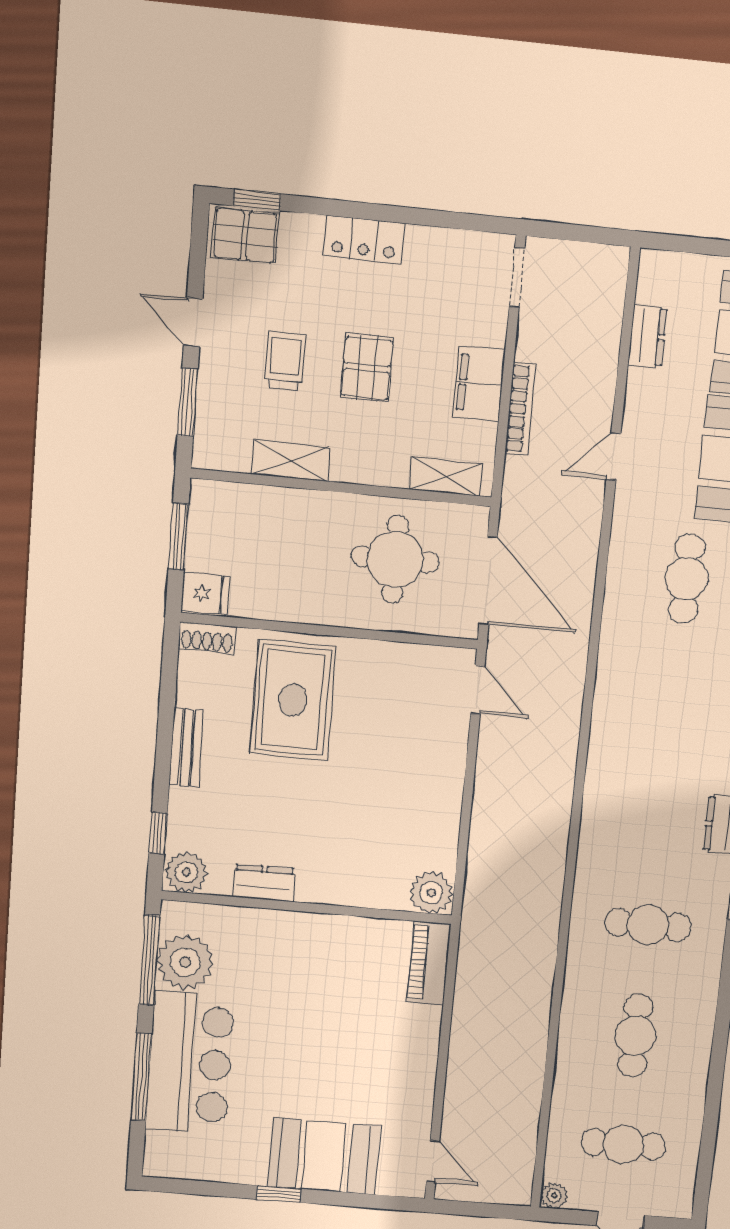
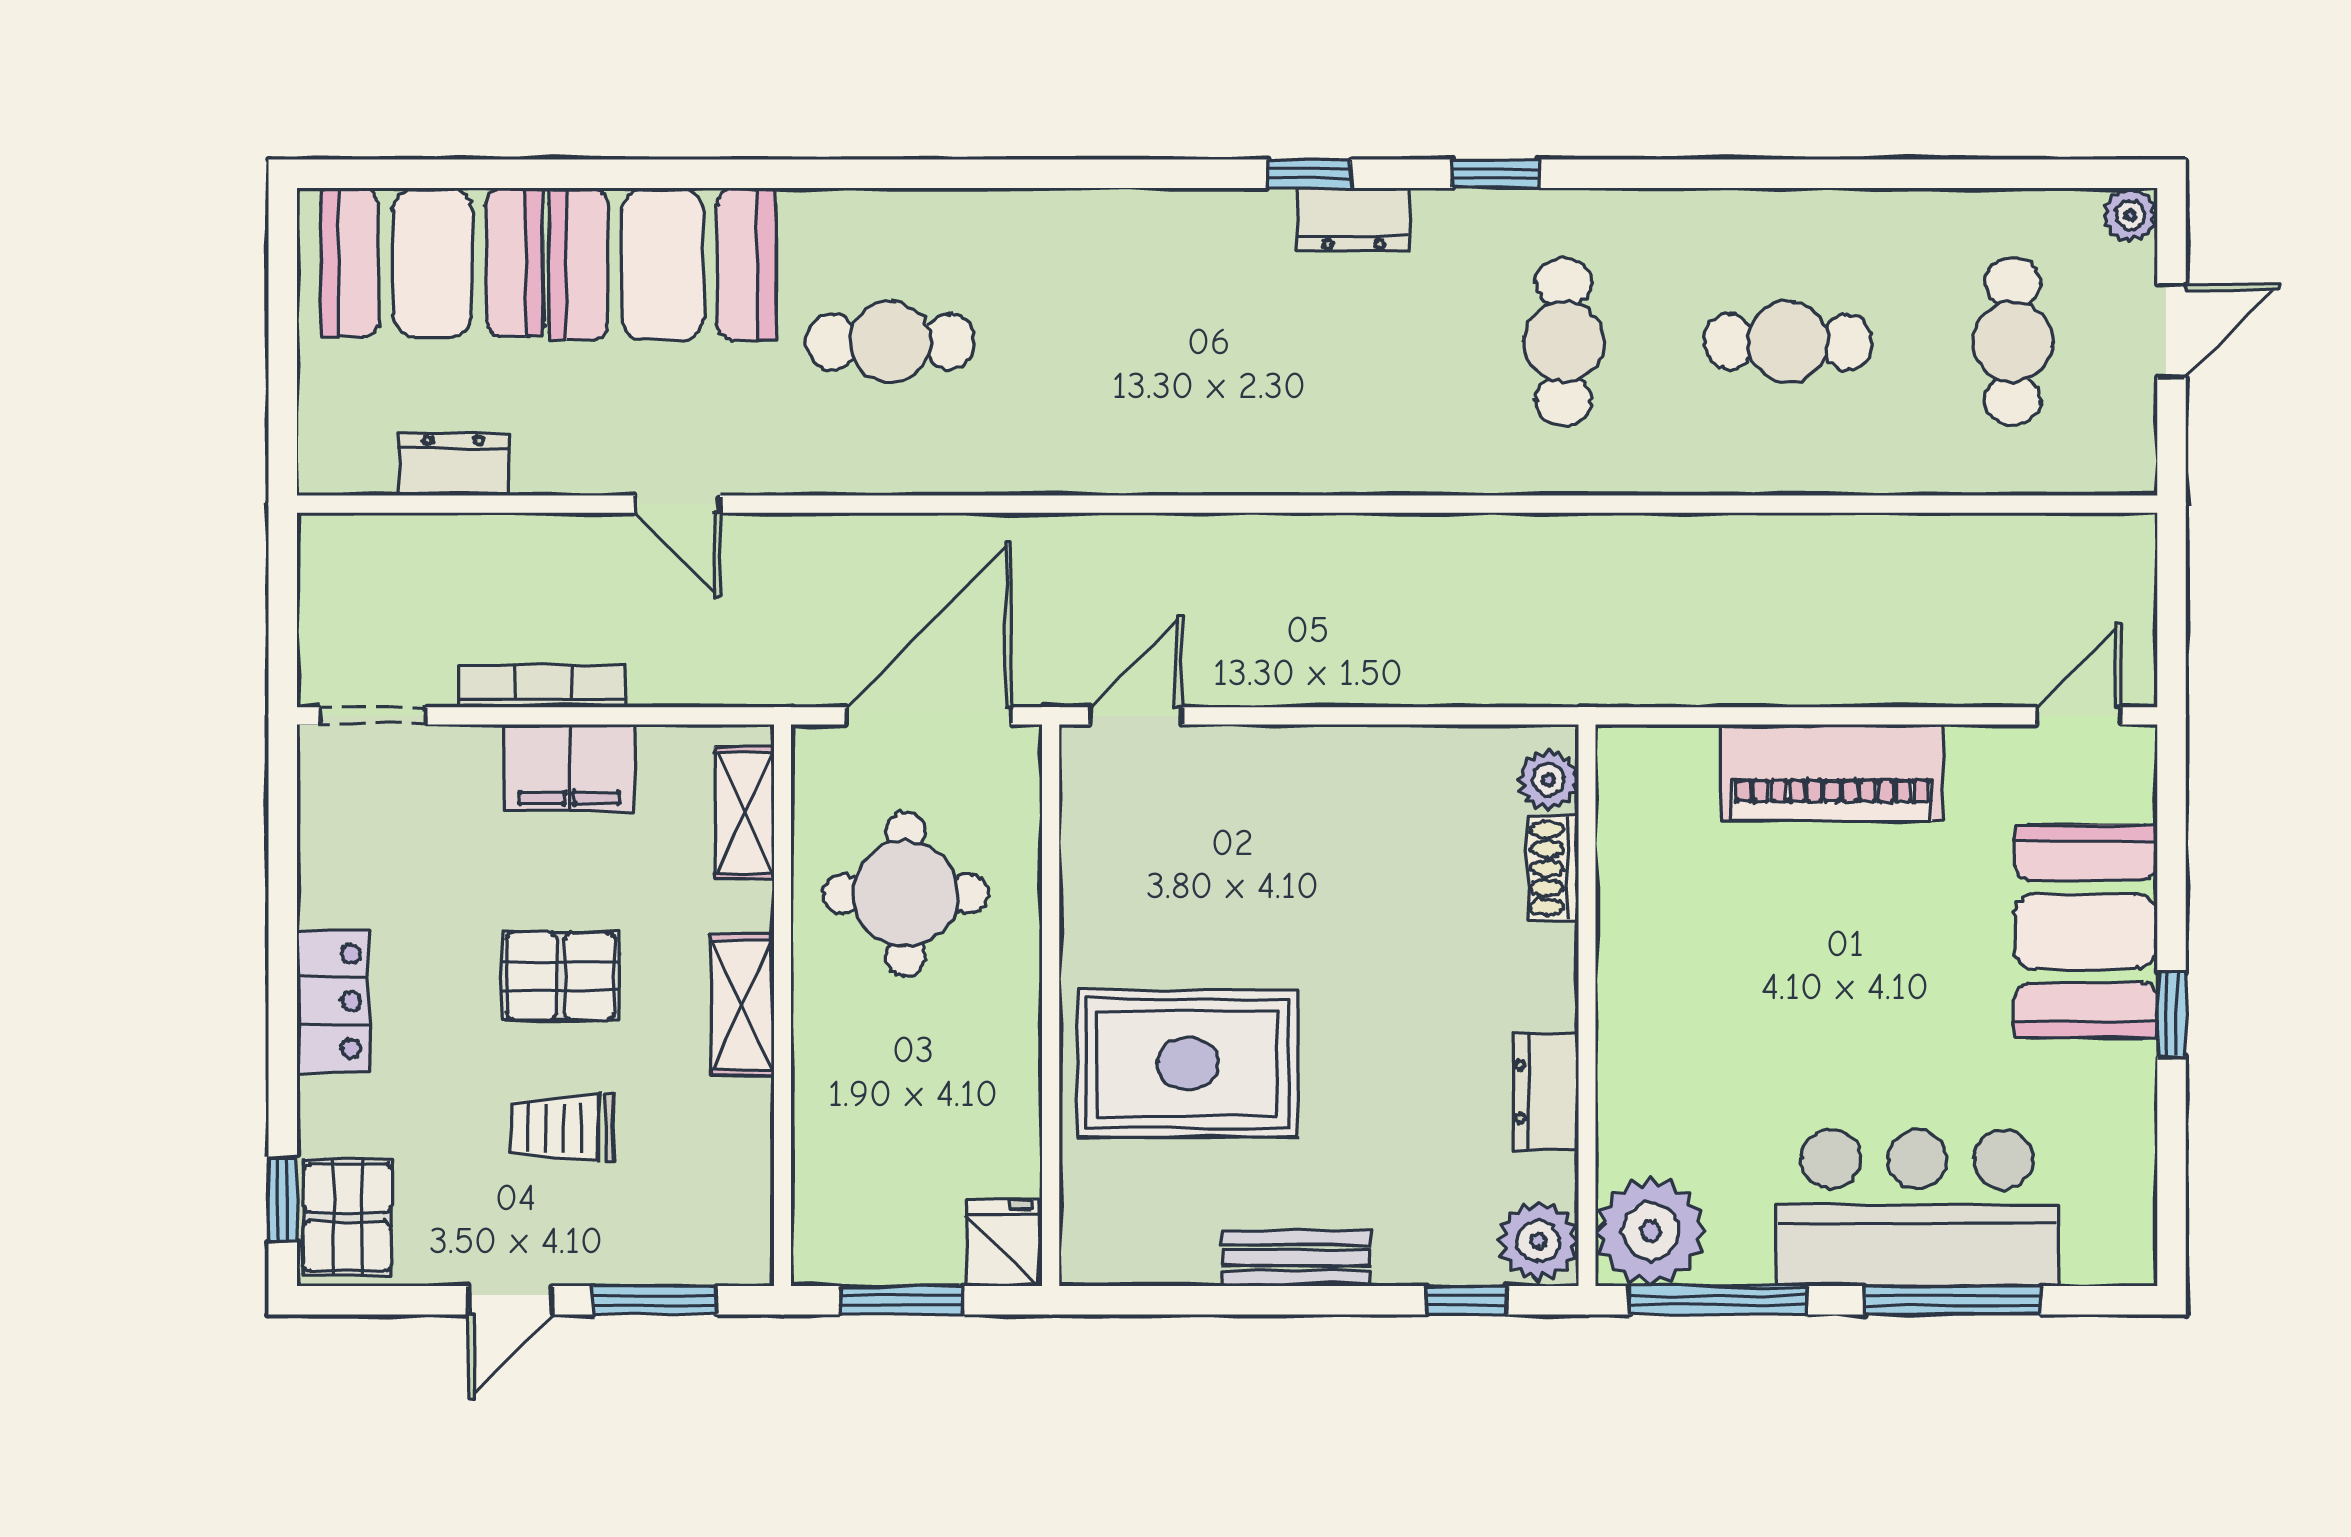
bookcase: (520, 409) -> (542, 686), moved
shelving: (291, 461) -> (742, 1005), moved
shoe rack: (207, 638) -> (1553, 868), moved, turned 180
plant: (431, 893) -> (1548, 780), width x0.73, depth x0.73
plant: (185, 962) -> (1651, 1231), moved
piano: (429, 963) -> (1832, 773), moved, width x1.37, depth x1.33
plant: (554, 1196) -> (2130, 215), moved

